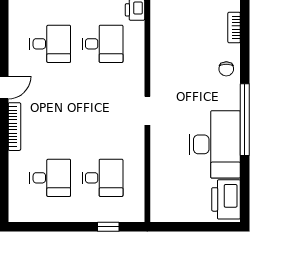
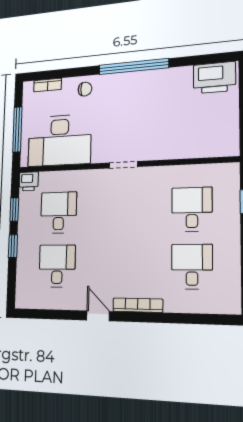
desk: (215, 144) -> (59, 140), moved, turned 180

